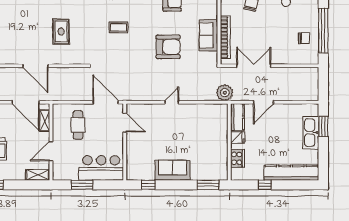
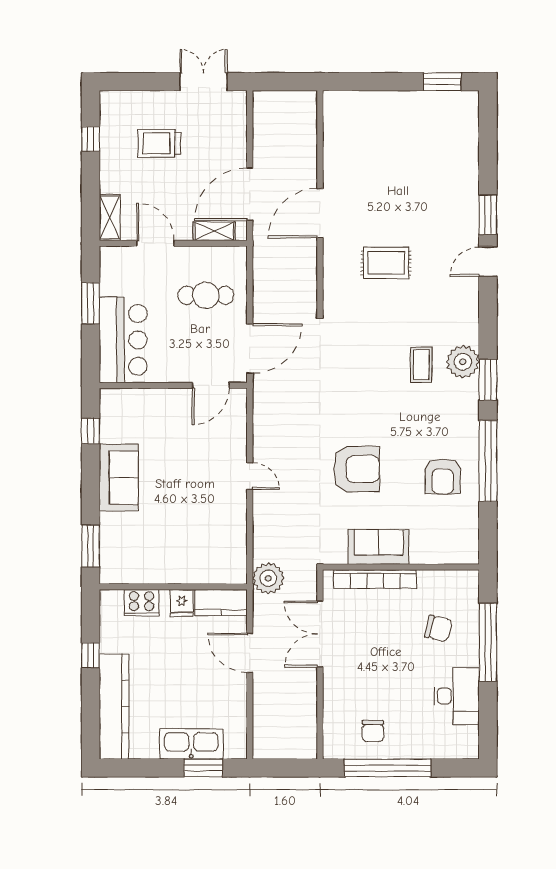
coffee table: (119, 27) -> (421, 365), moved
armchair: (168, 47) -> (356, 469), turned -90
double door: (254, 66) -> (320, 634), swing flipped

